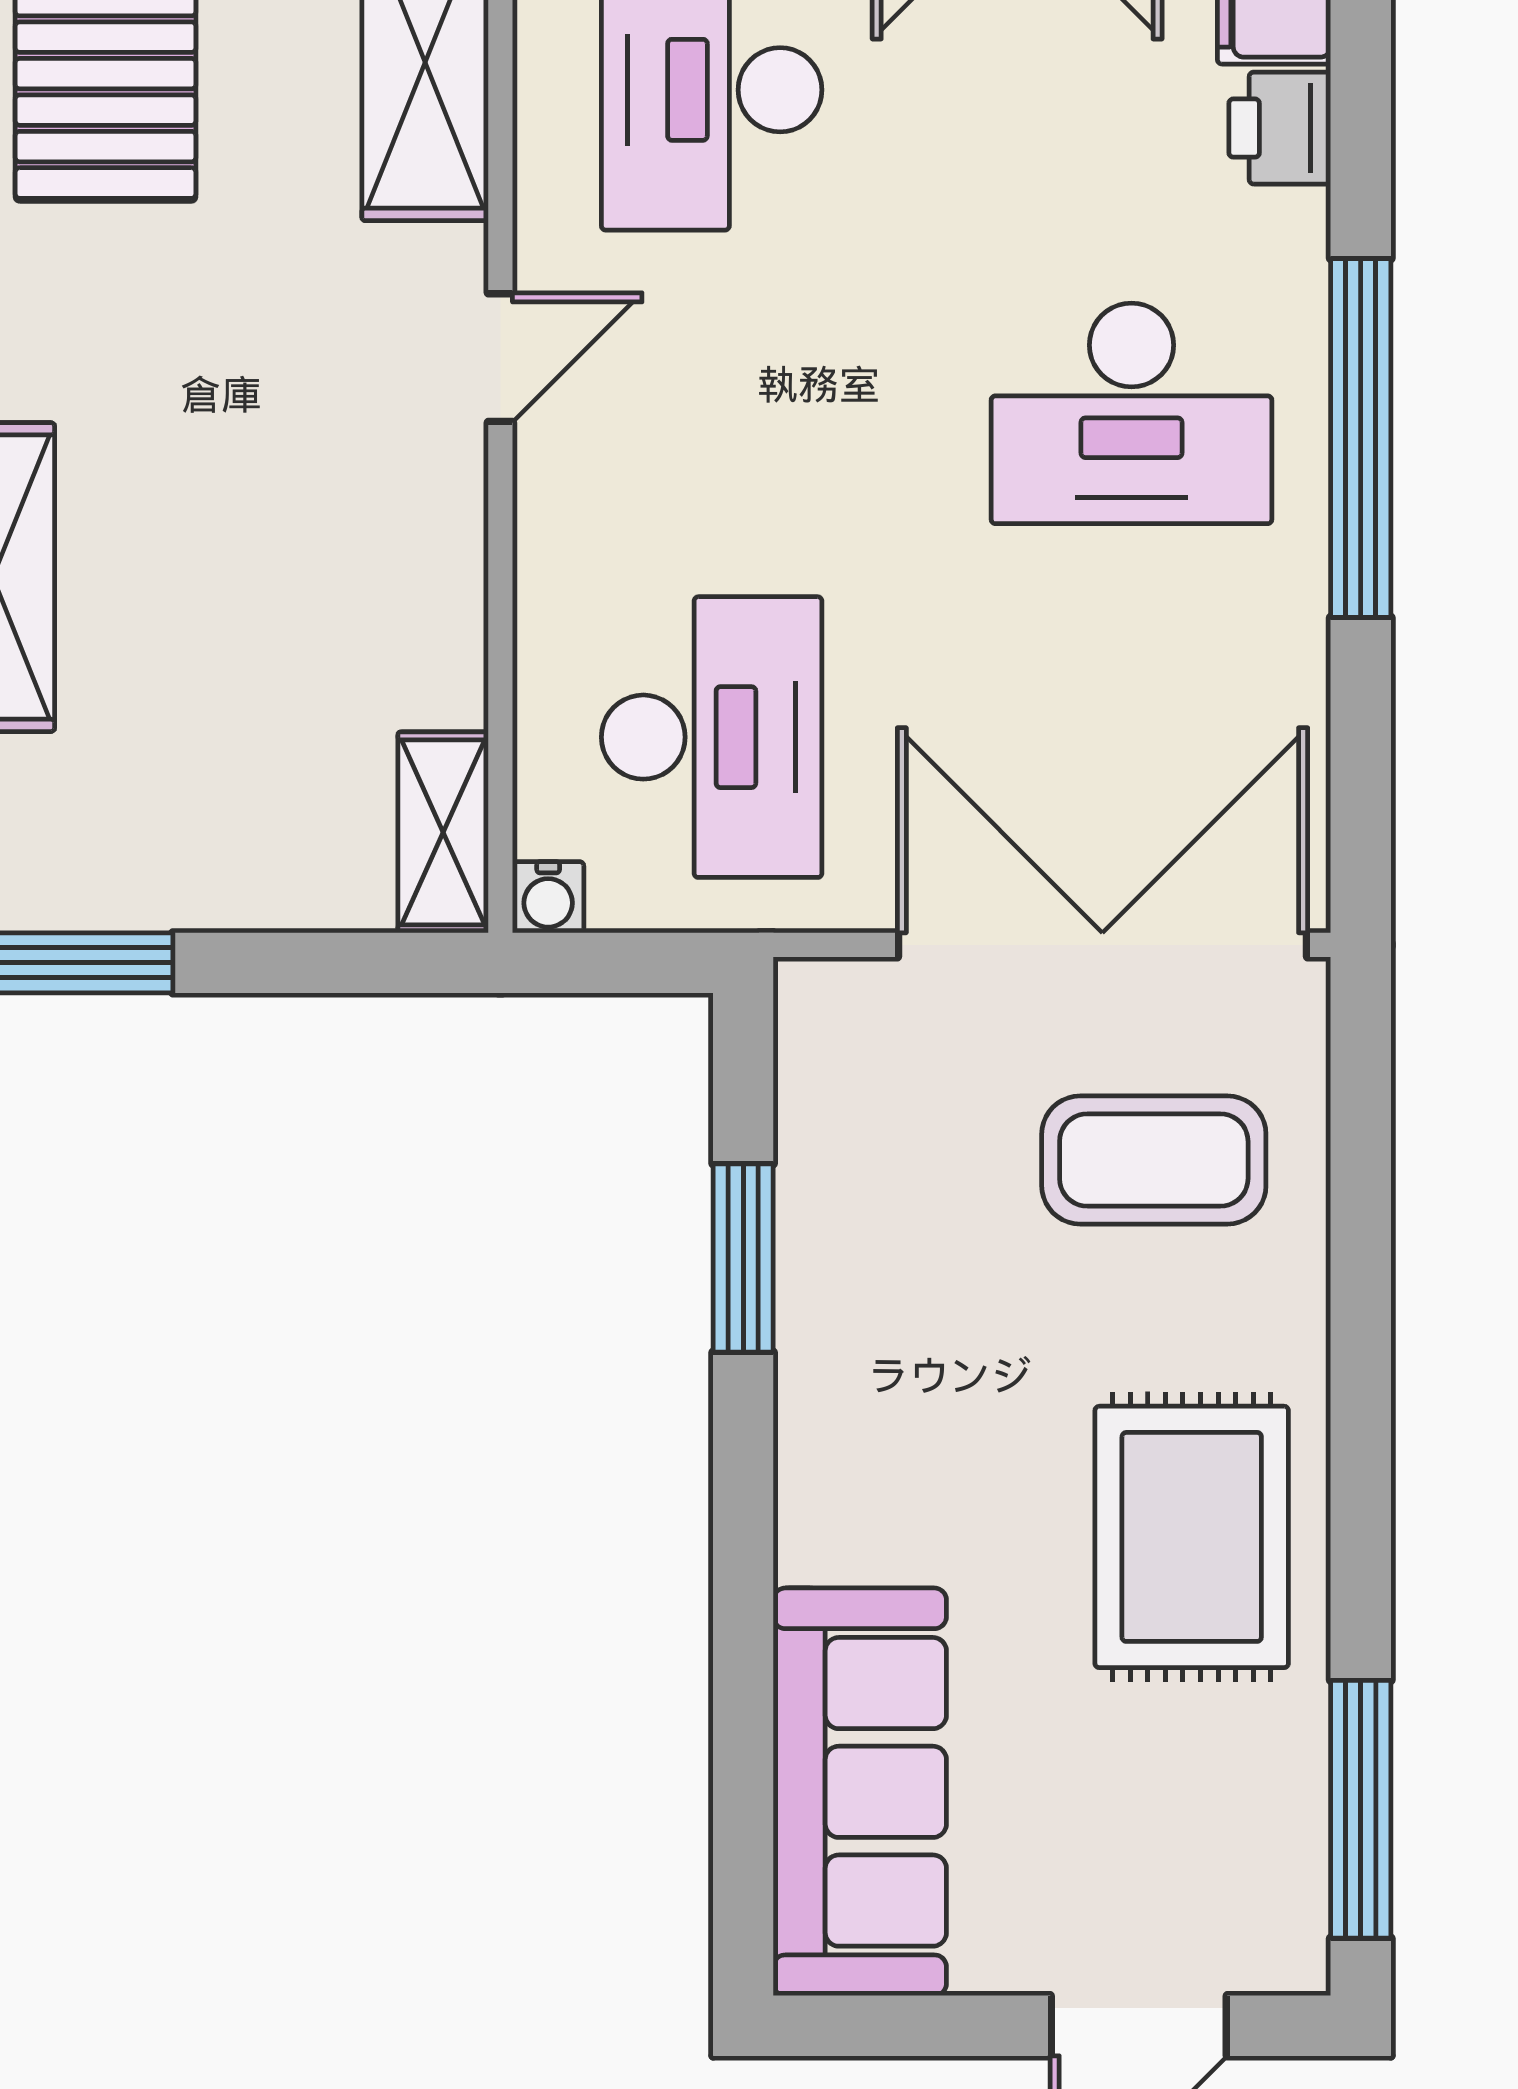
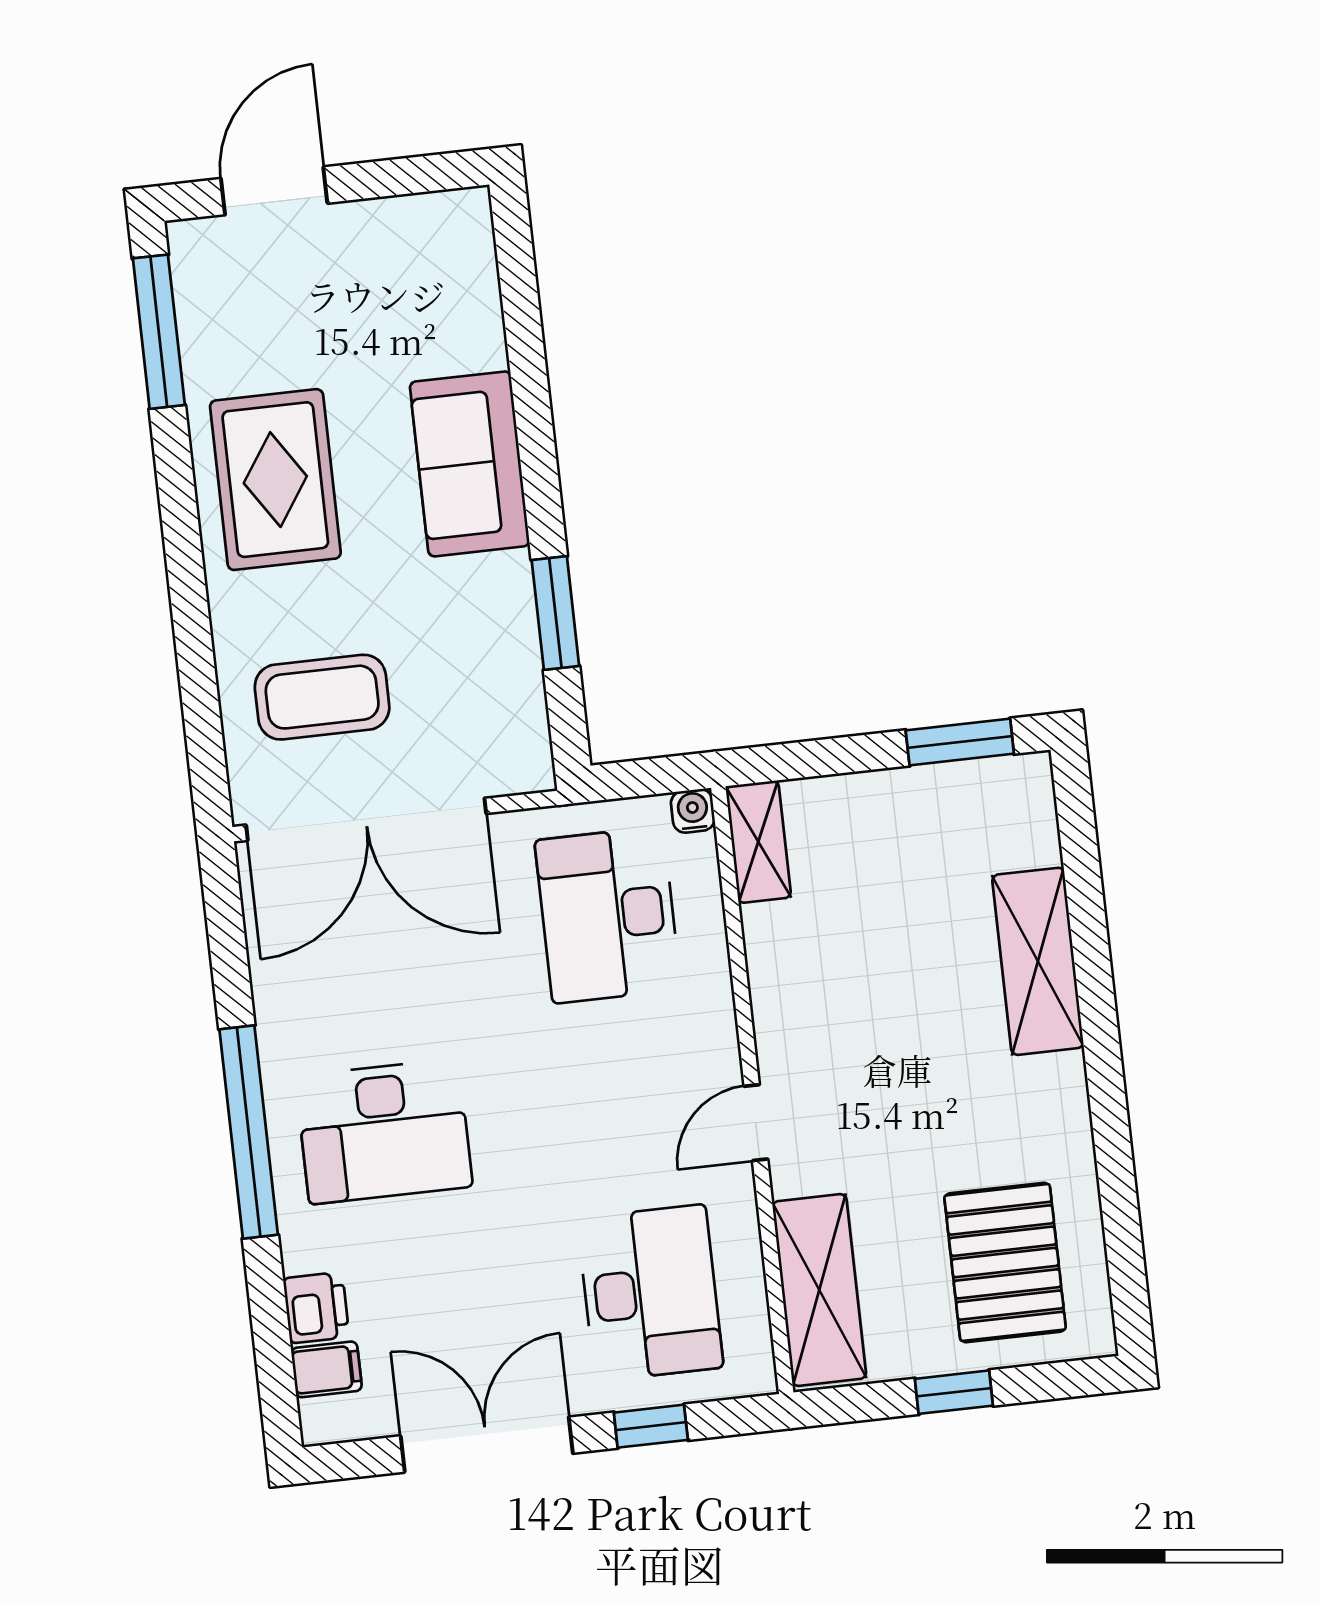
desk: (1131, 413) -> (384, 1131), turned 180
sofa: (860, 1792) -> (470, 464), moved, width x0.73

